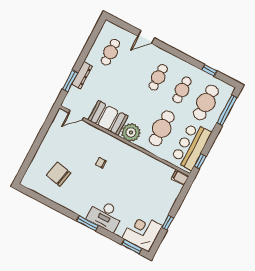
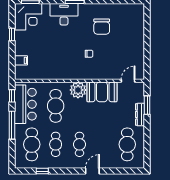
door: (146, 37) -> (92, 171), moved
cafe table: (110, 52) -> (127, 144), width x1.37, depth x1.35
window: (227, 110) -> (12, 125), moved
chair: (59, 174) -> (102, 27), moved, turned 78
filing cabinet: (180, 177) -> (21, 60), moved

